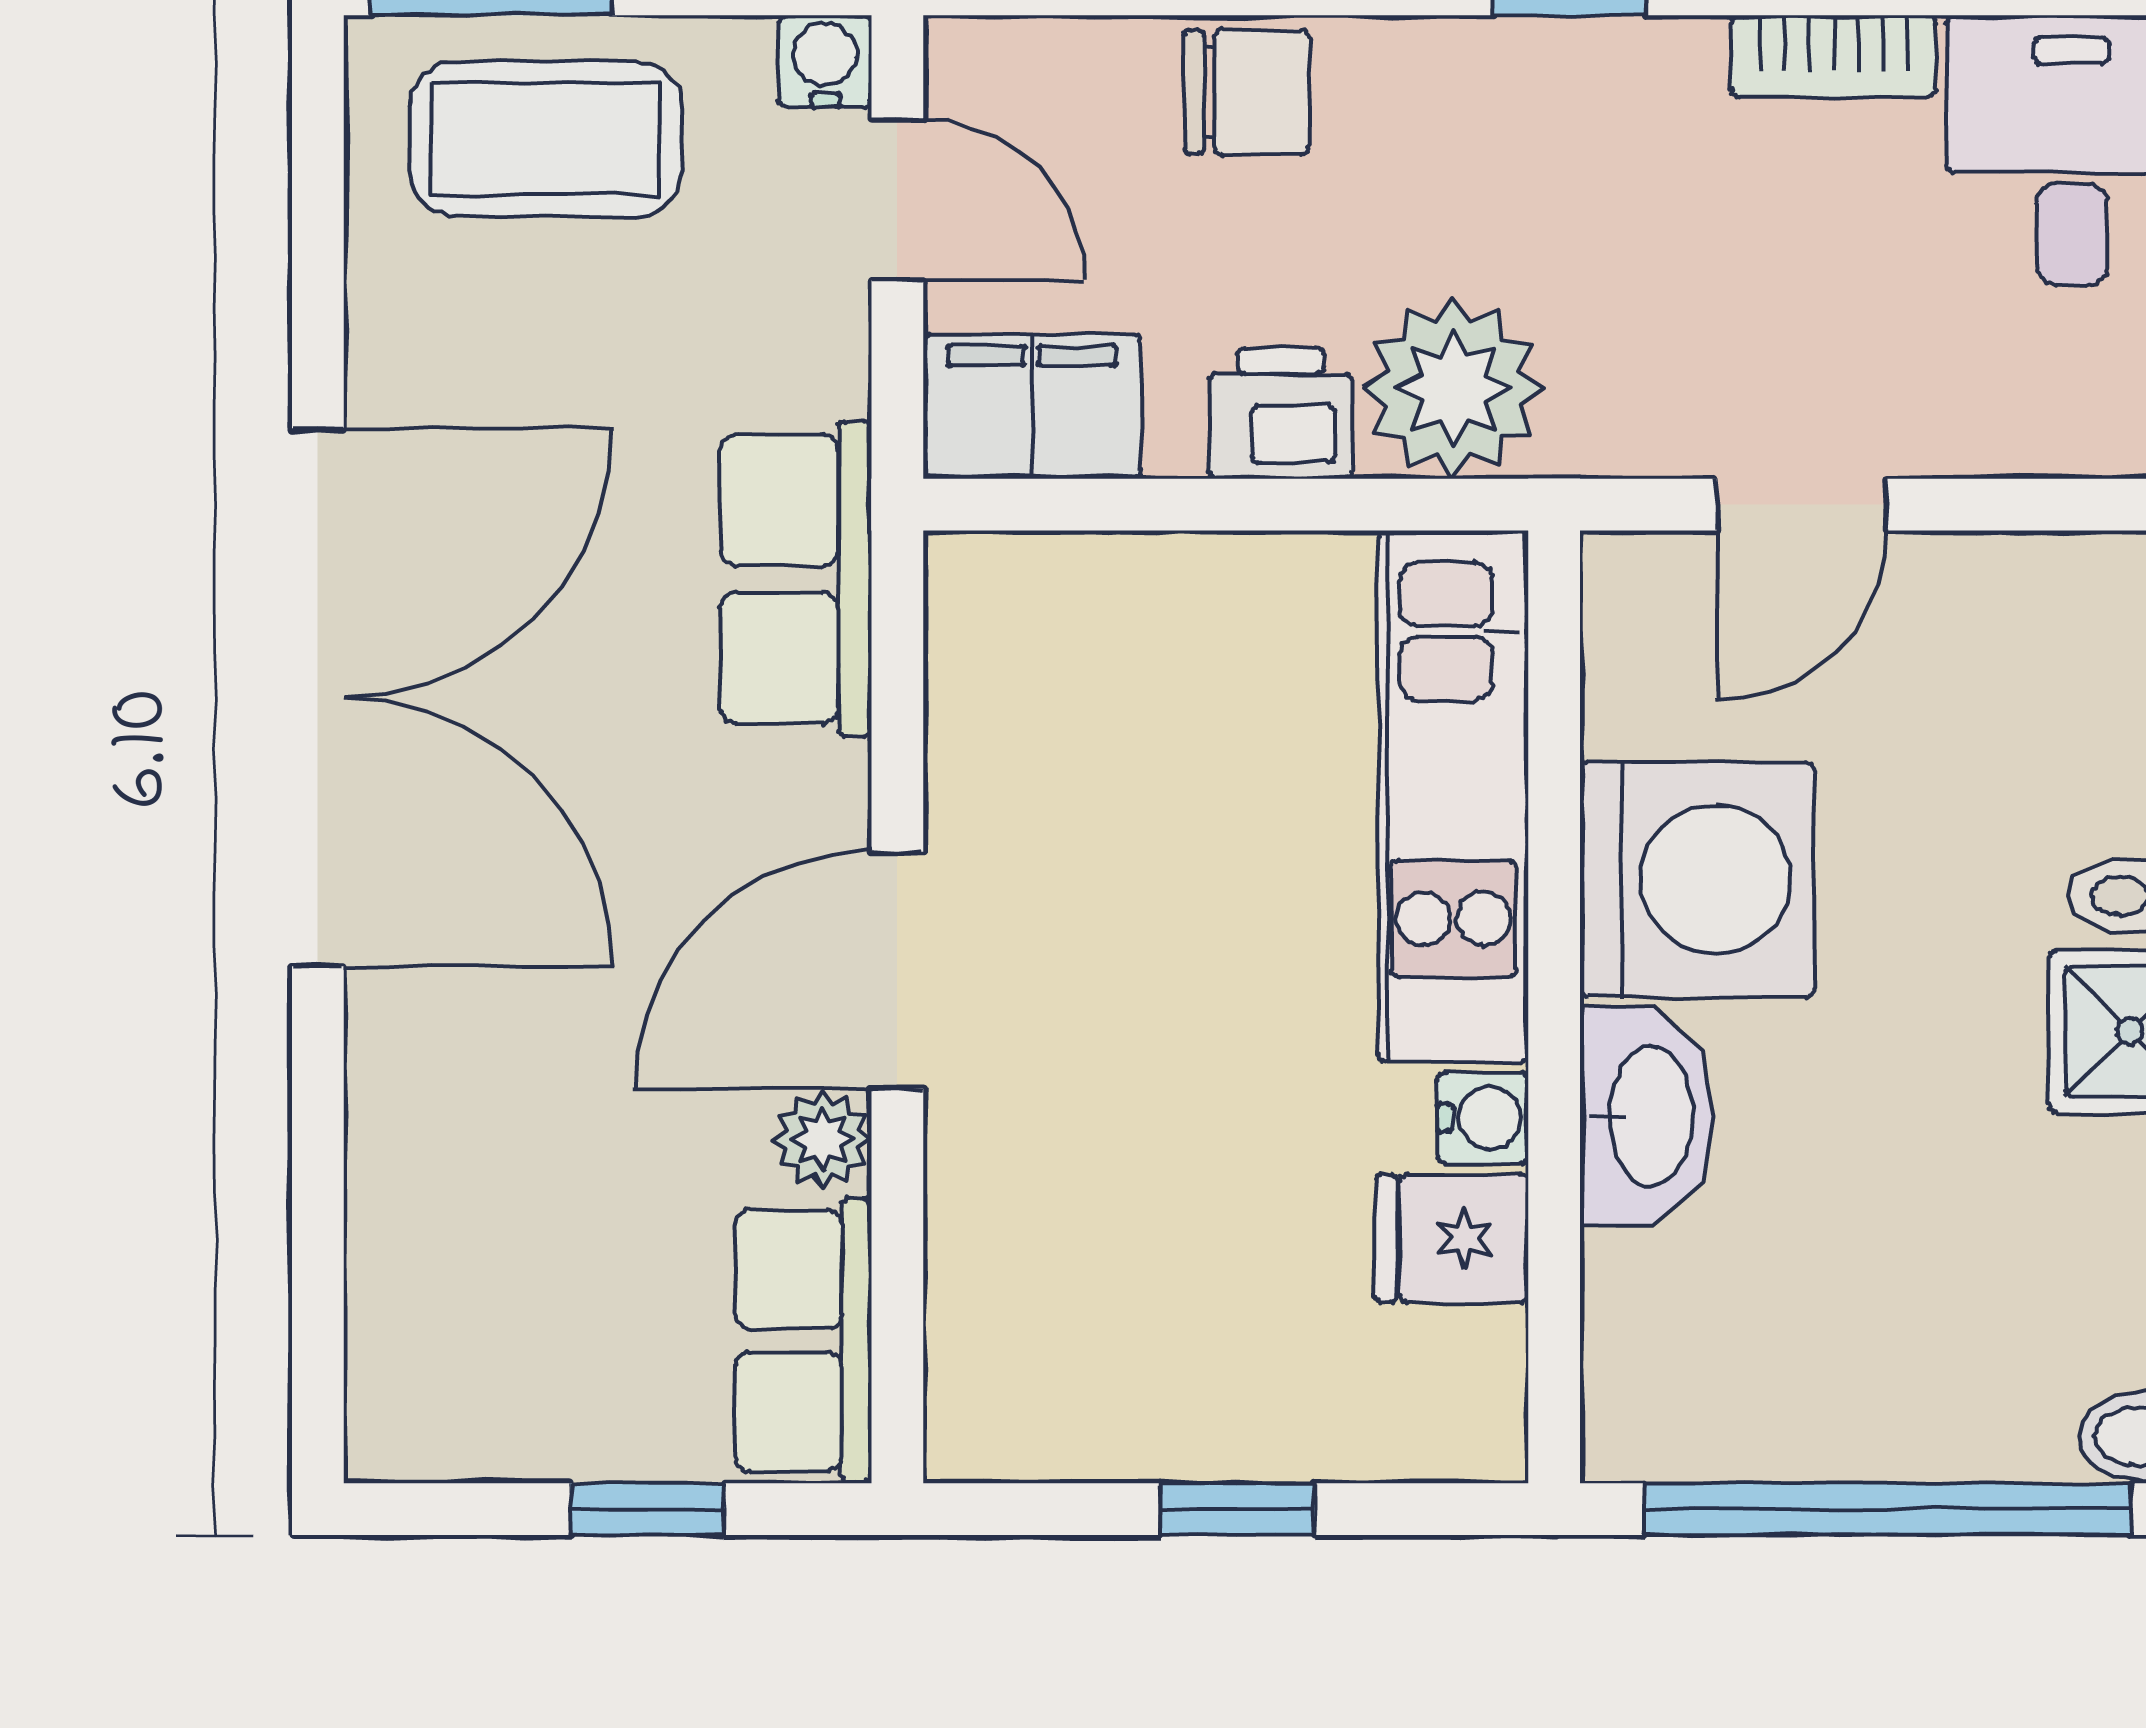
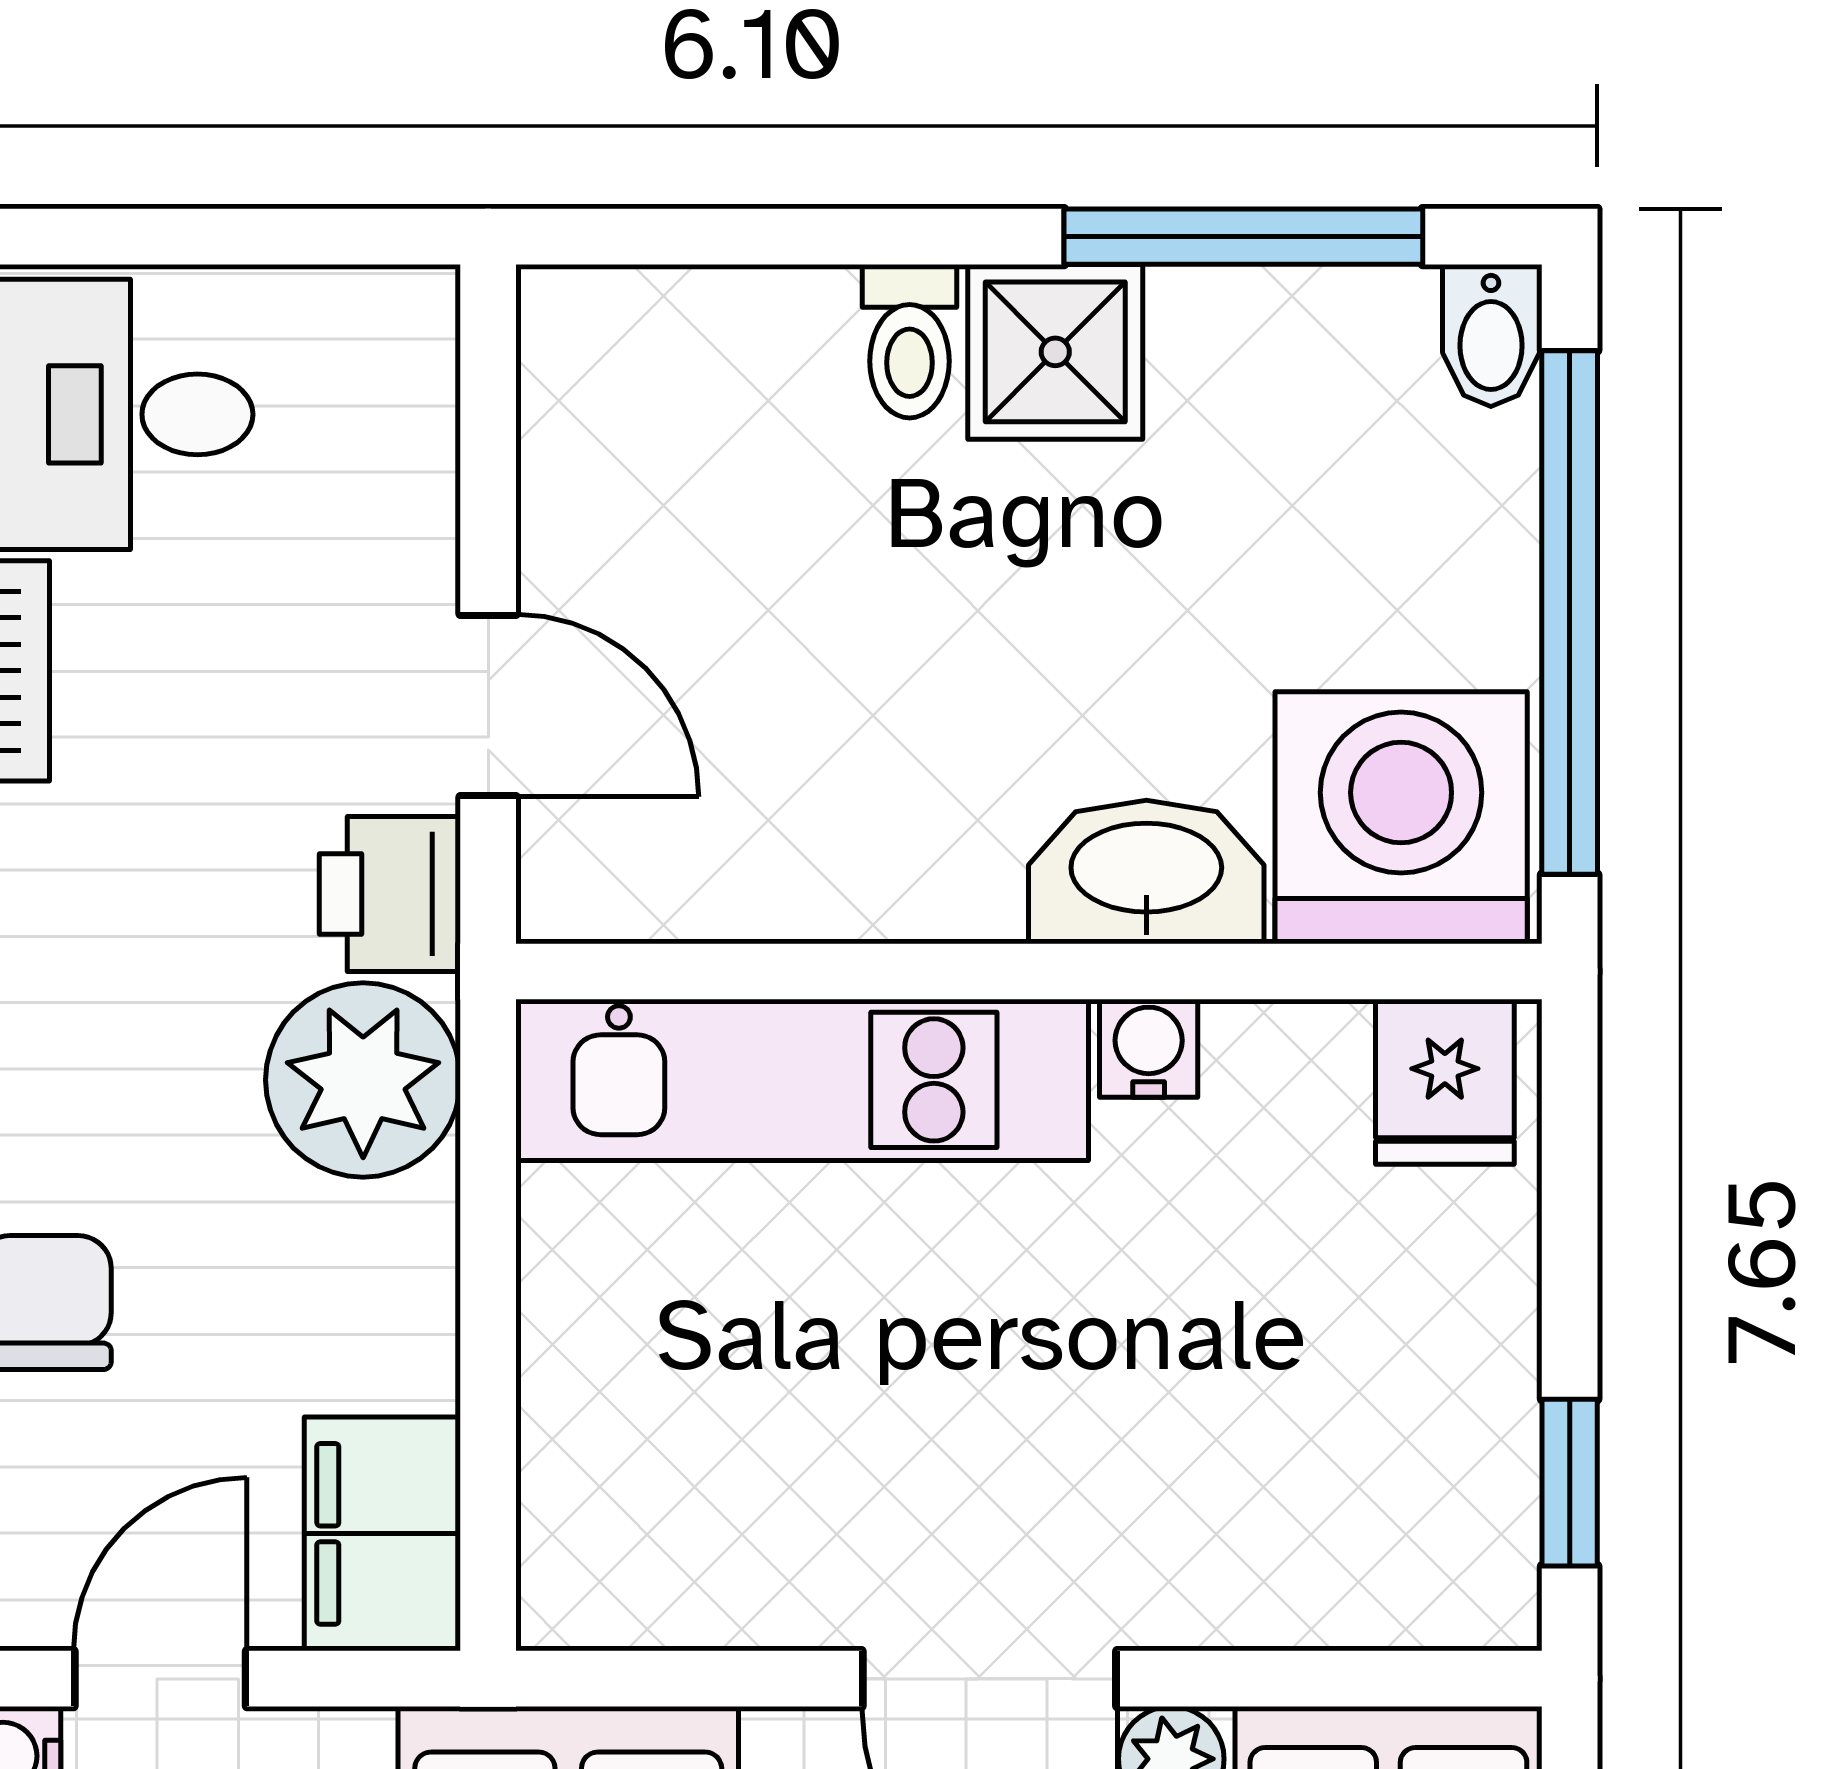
printer: (1281, 413) -> (390, 894), moved
washing machine: (1697, 879) -> (1401, 818), moved
fridge: (1452, 1238) -> (1445, 1082), moved
window: (1237, 1509) -> (1570, 1483), moved

